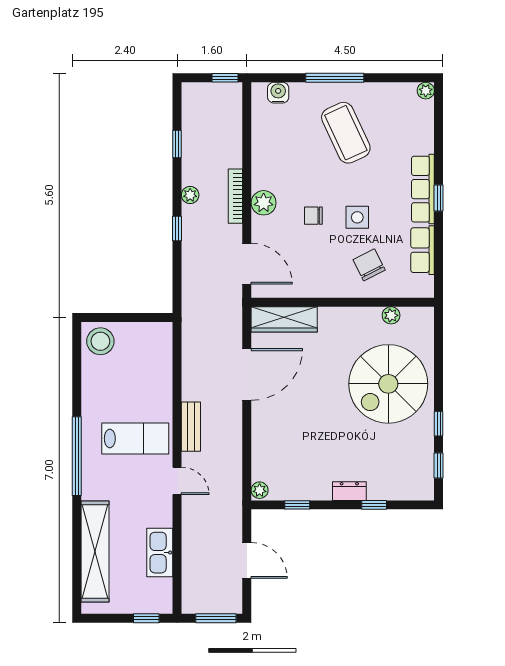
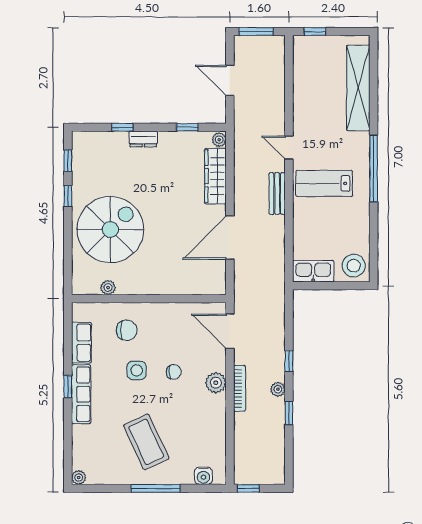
window: (177, 144) -> (289, 413), moved
chair: (369, 265) -> (127, 330), turned -63
wardrobe: (284, 319) -> (215, 176), moved, turned -90
kitchen sink: (160, 553) -> (313, 271), moved, turned -90

